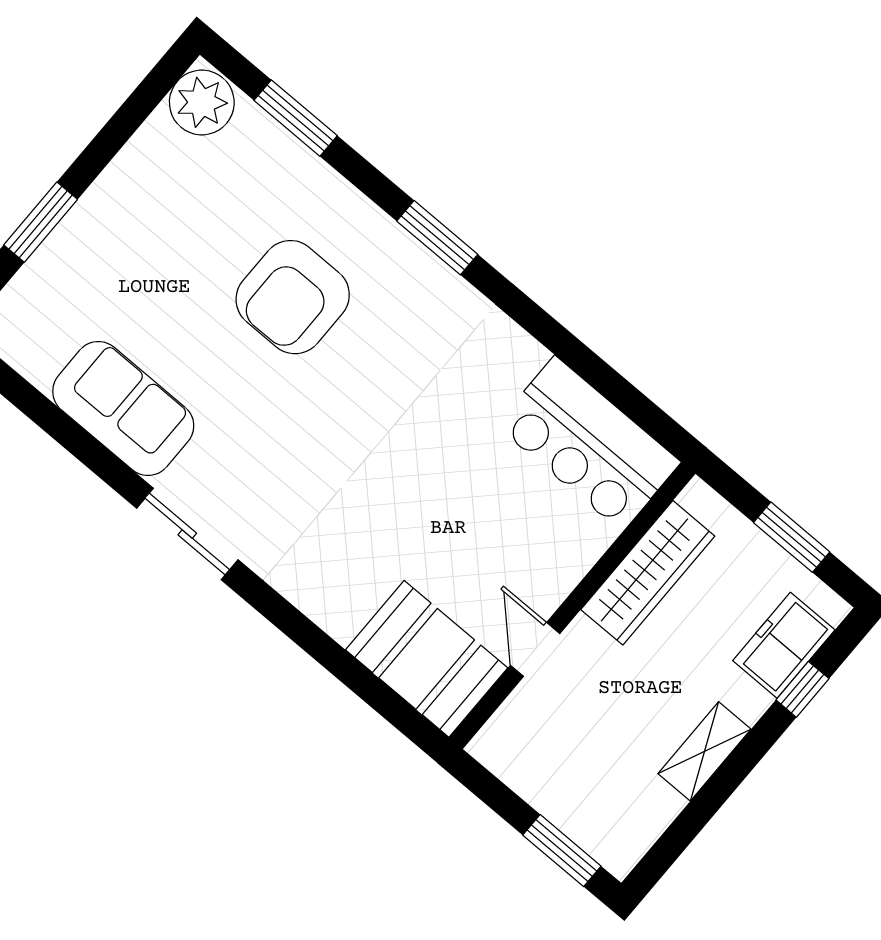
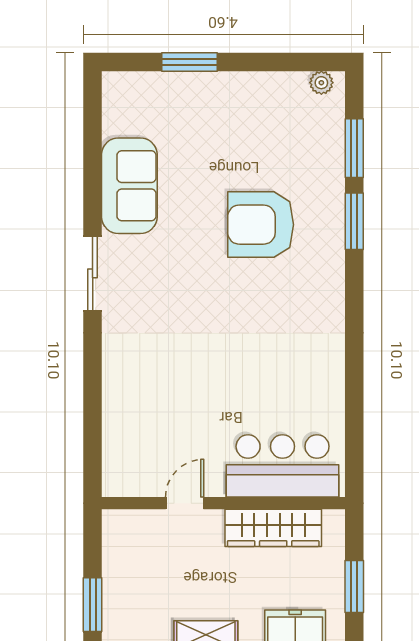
plant: (202, 103) -> (321, 83), width x0.53, depth x0.53
window: (437, 238) -> (354, 221), moved
bar counter: (588, 444) -> (283, 466), moved, turned 90
booth: (427, 659) -> (132, 451), removed

